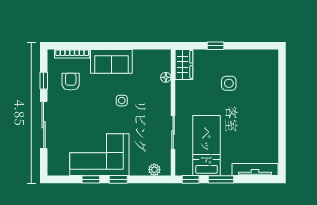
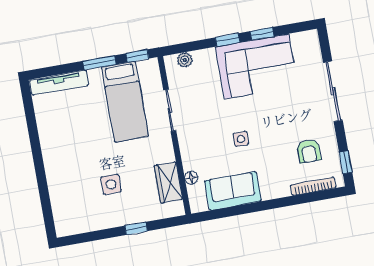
sofa: (111, 61) -> (233, 191), moved
wardrobe: (184, 64) -> (168, 182), moved
window: (44, 81) -> (346, 162), moved

